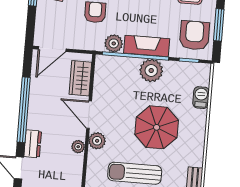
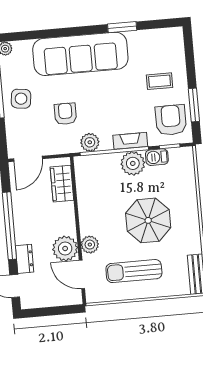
fireplace: (147, 46) -> (130, 141), width x0.73, depth x0.76
barbecue: (201, 98) -> (157, 157), moved, turned -90
door: (89, 115) -> (82, 274), moved
plant: (78, 147) -> (65, 248), width x1.88, depth x1.88

